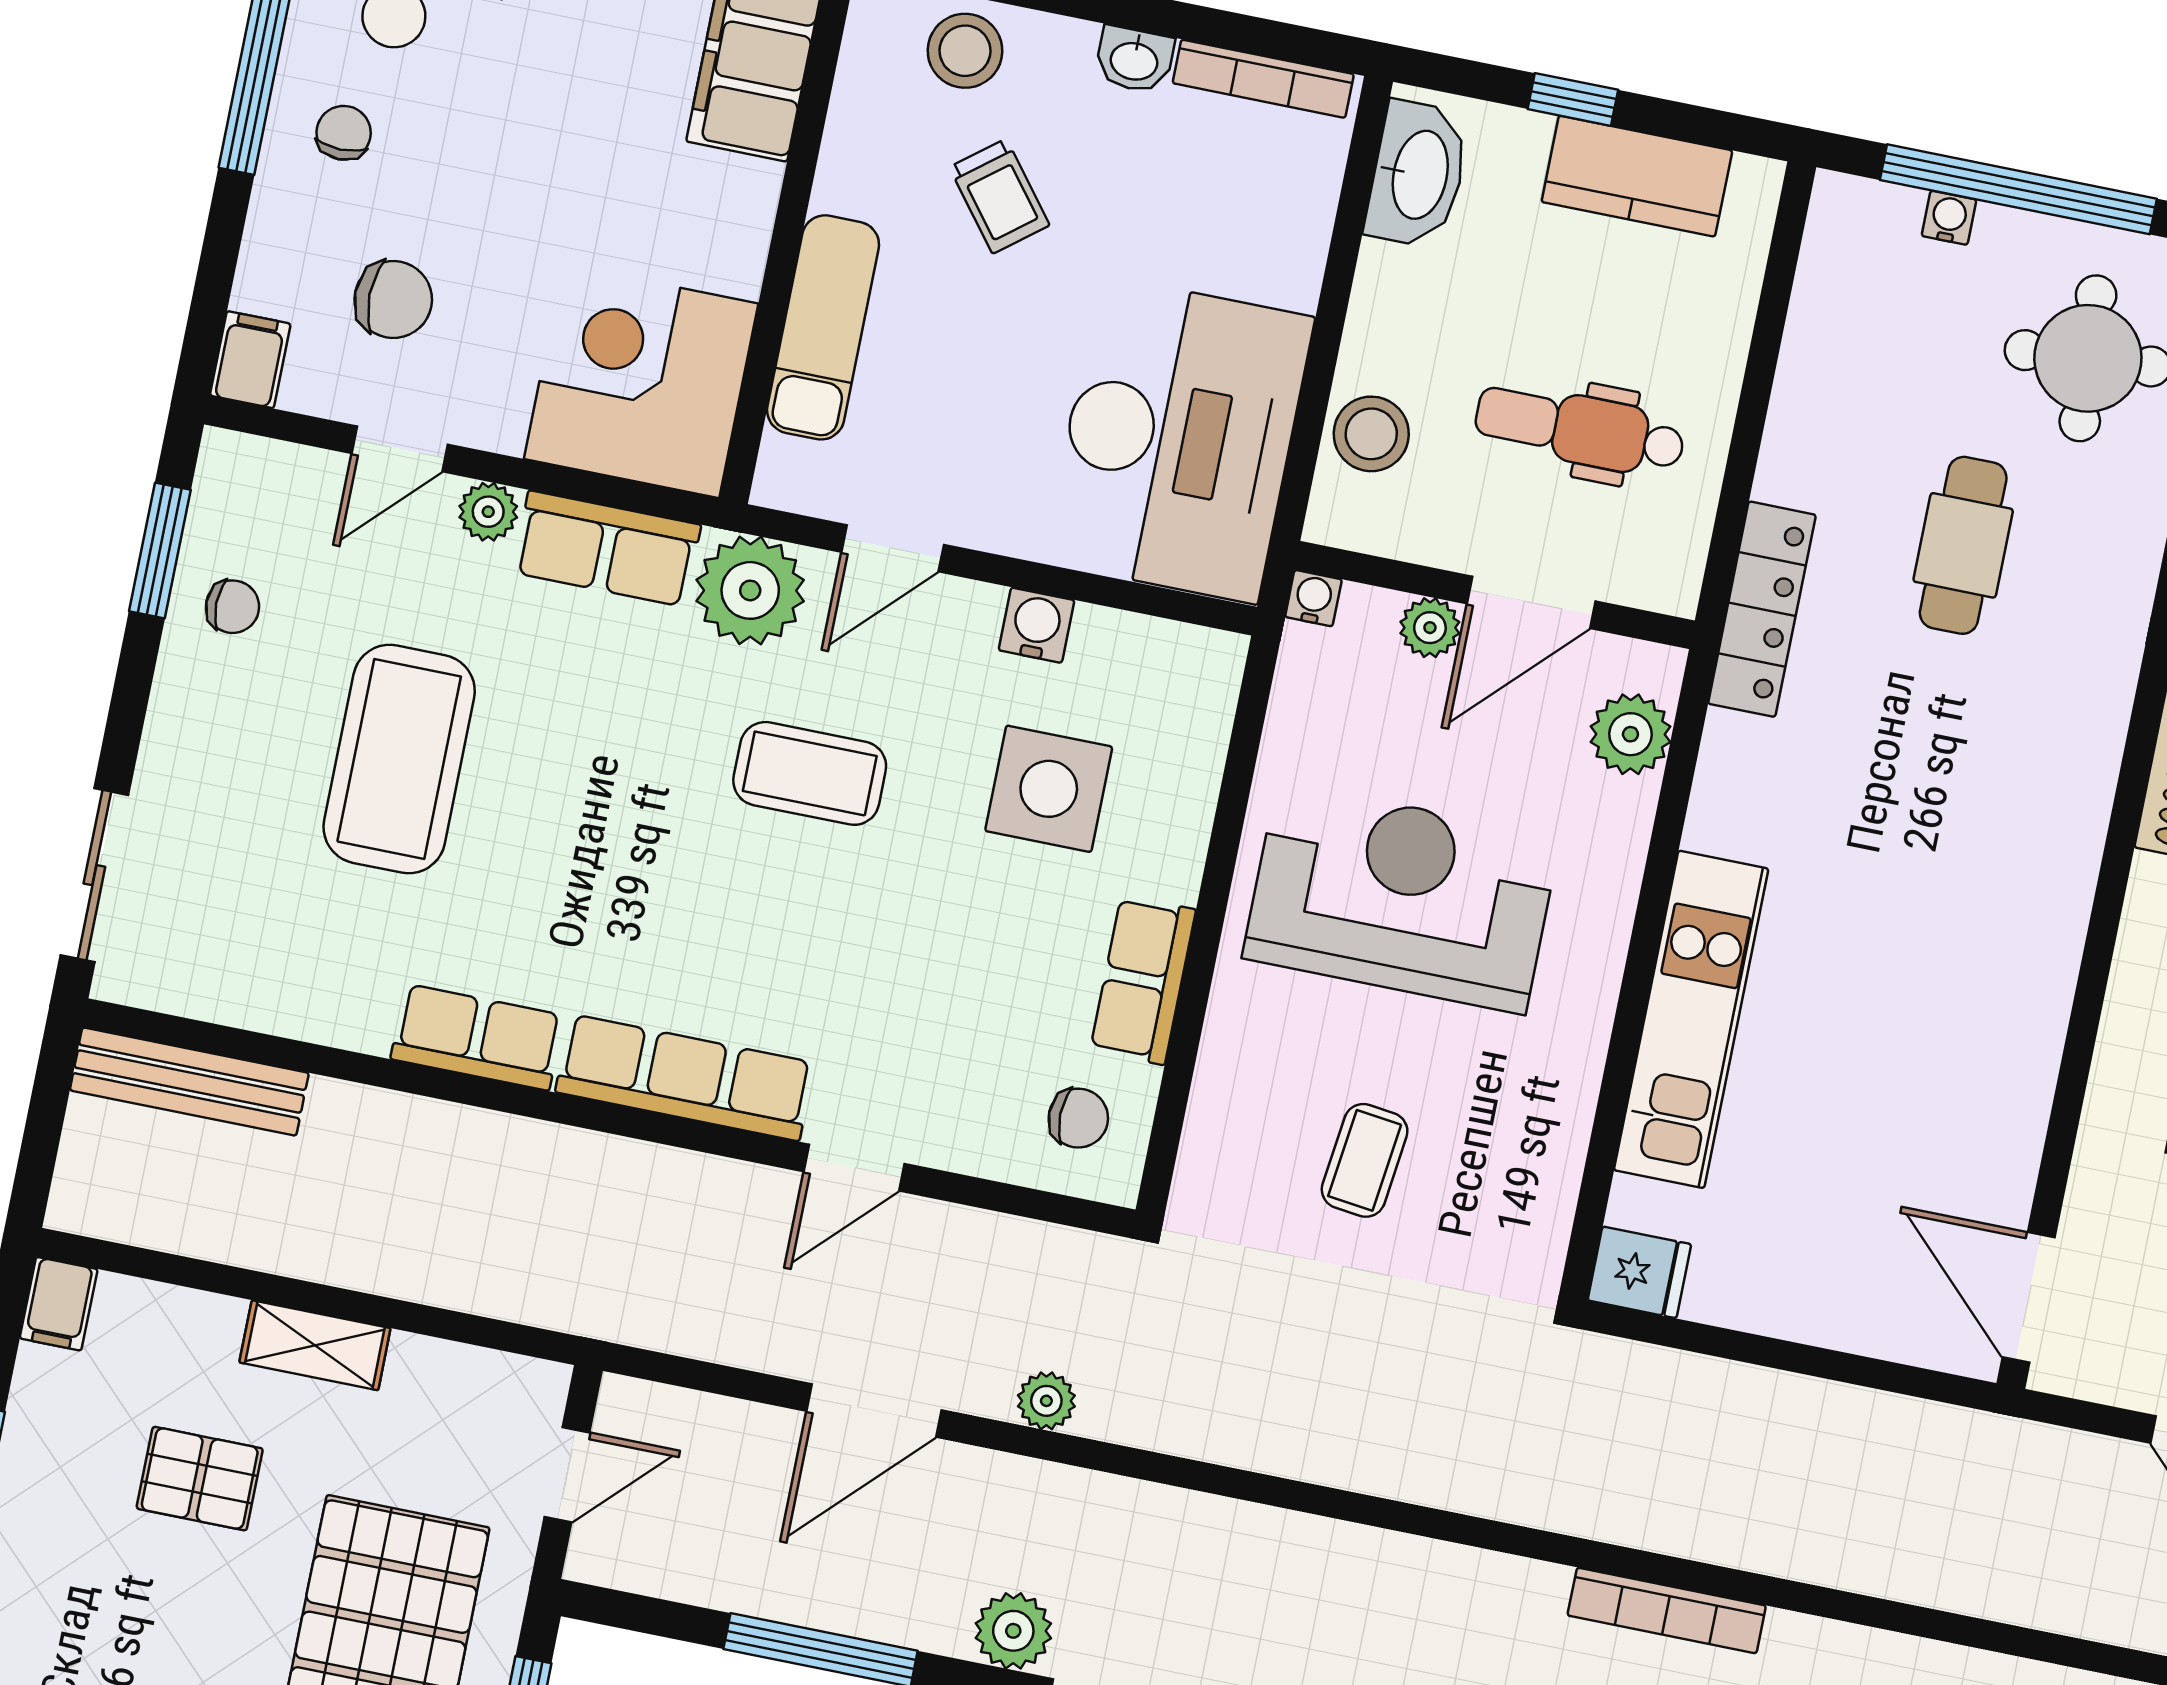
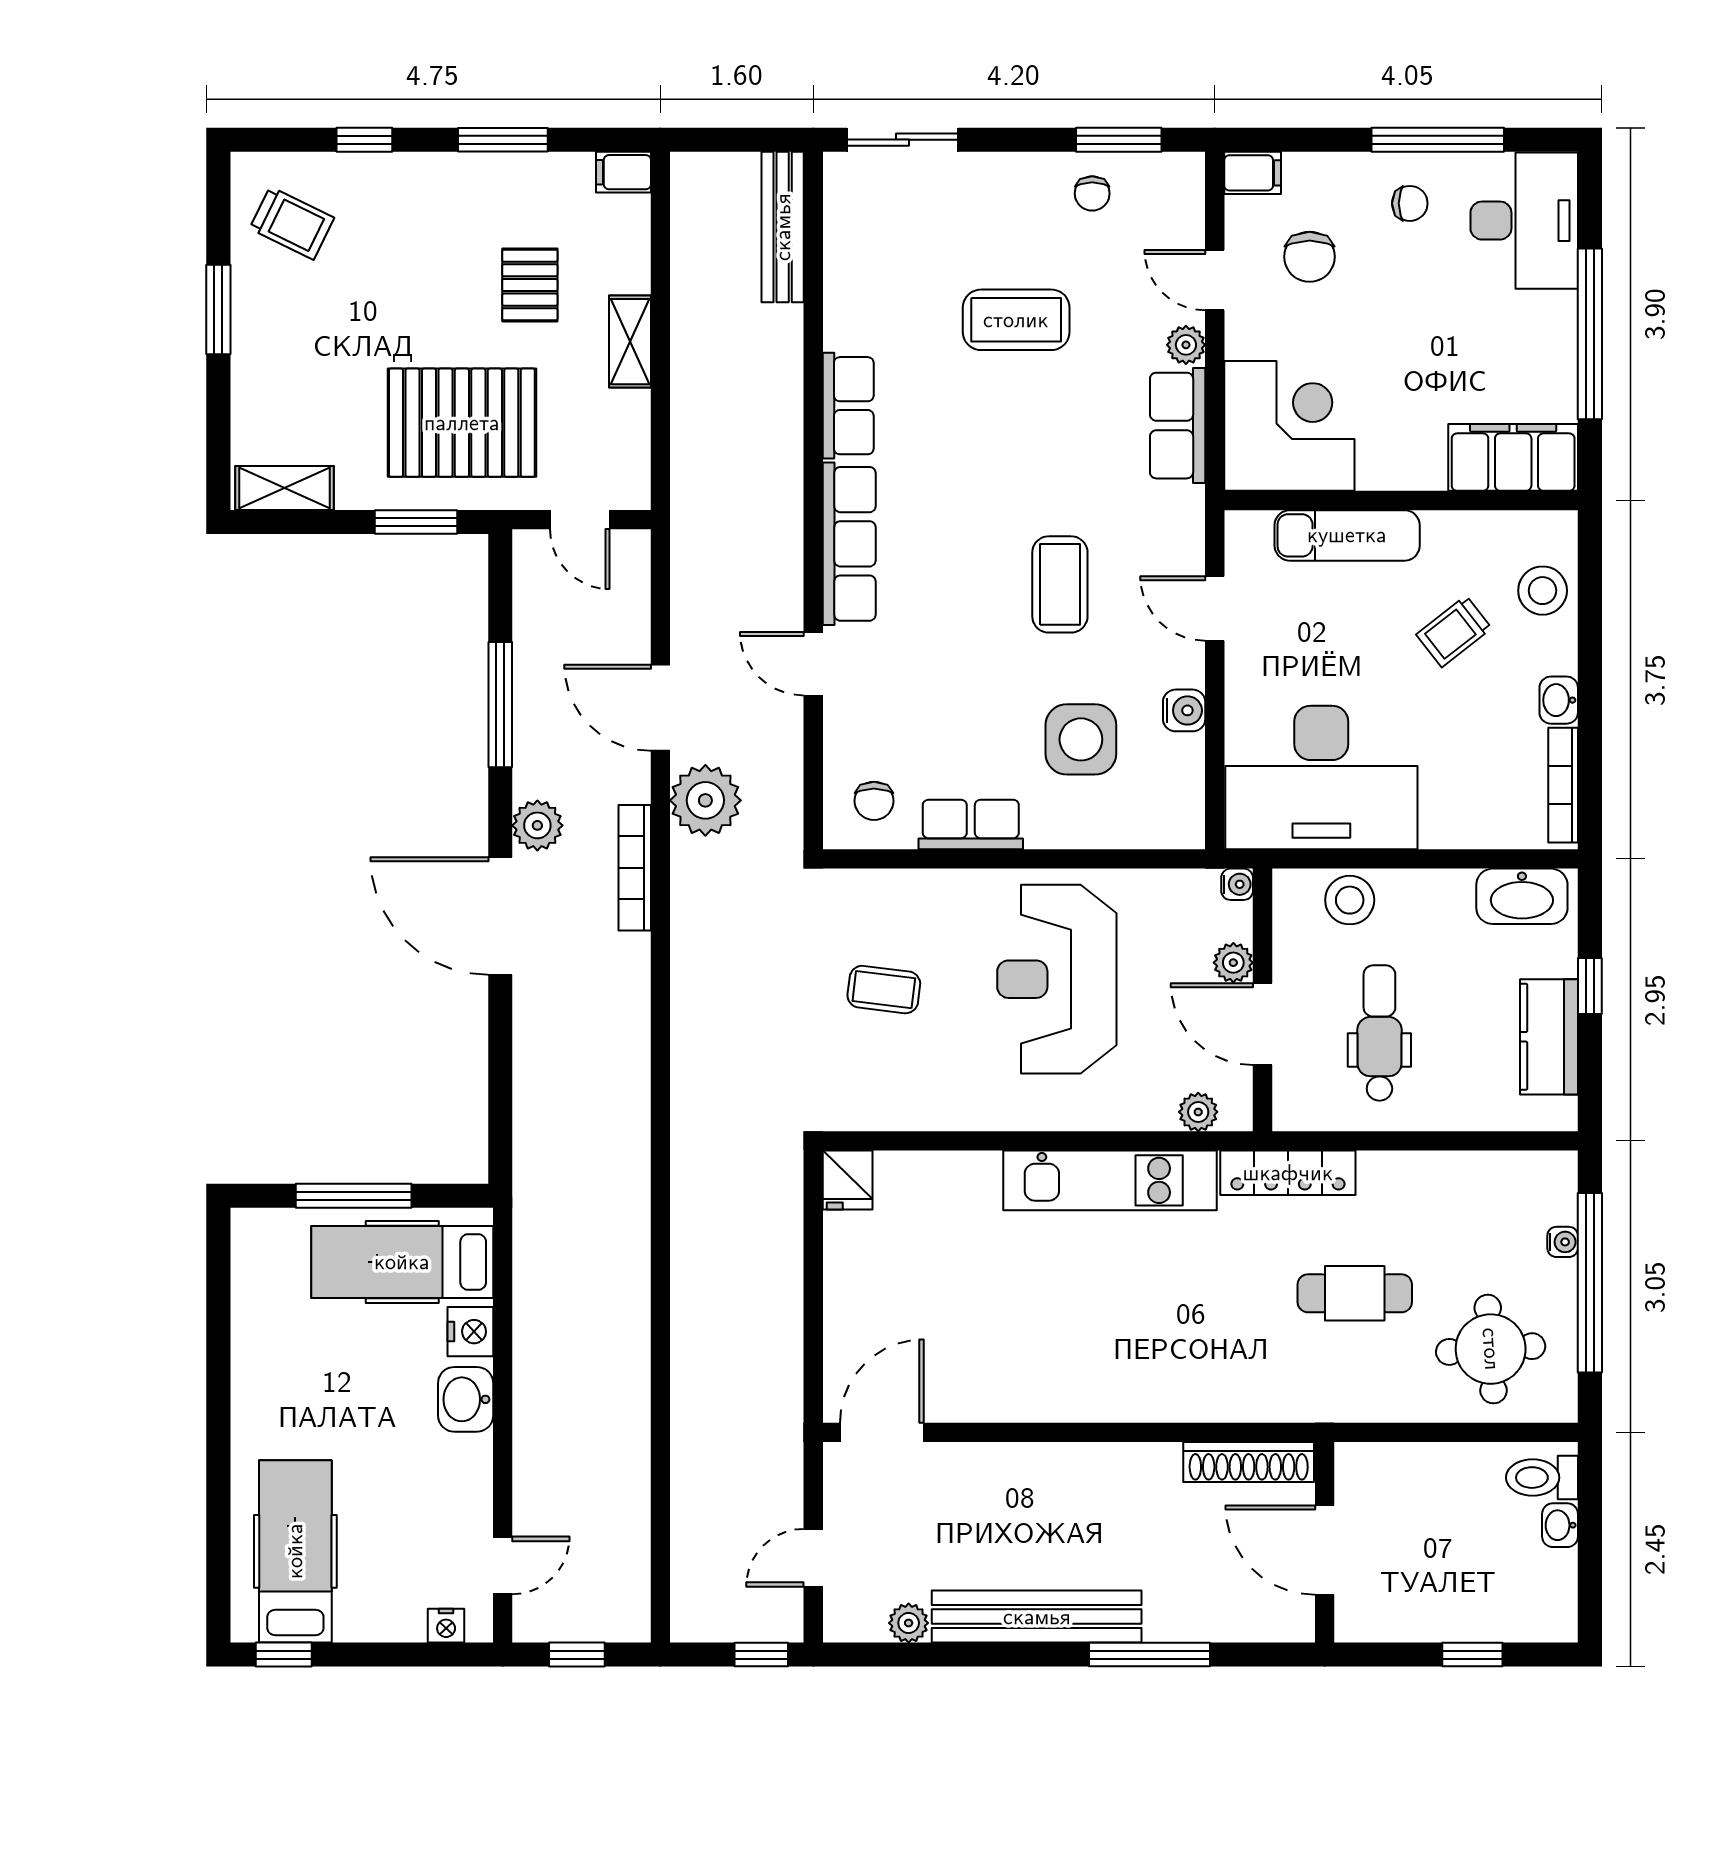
plant: (750, 590) -> (1169, 523), removed
plant: (1630, 734) -> (1198, 1112), width x0.73, depth x0.73
coffee table: (399, 759) -> (1016, 320), width x0.73, depth x0.76
reception desk: (1401, 898) -> (1057, 979), turned 180
kitchen unit: (1691, 1019) -> (1110, 1180), moved
plant: (1046, 1401) -> (705, 800), width x1.87, depth x1.87
bookcase: (1667, 1611) -> (635, 868), moved

